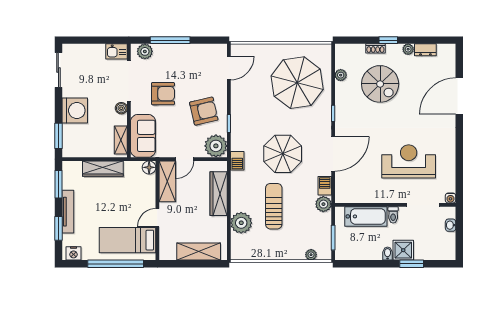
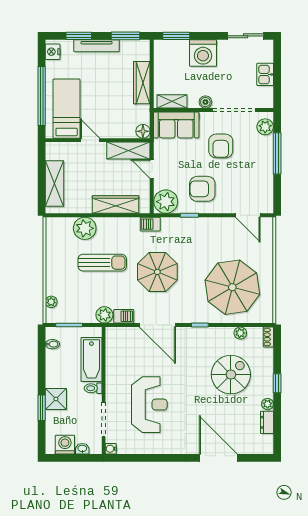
shoe rack: (375, 48) -> (268, 337), moved
kitchen sink: (116, 51) -> (265, 74), moved
spiral stairs: (380, 84) -> (231, 375), turned 180
armchair: (204, 111) -> (202, 189), turned 103
washing machine: (447, 242) -> (65, 445), added
bidet: (388, 254) -> (52, 344), moved

